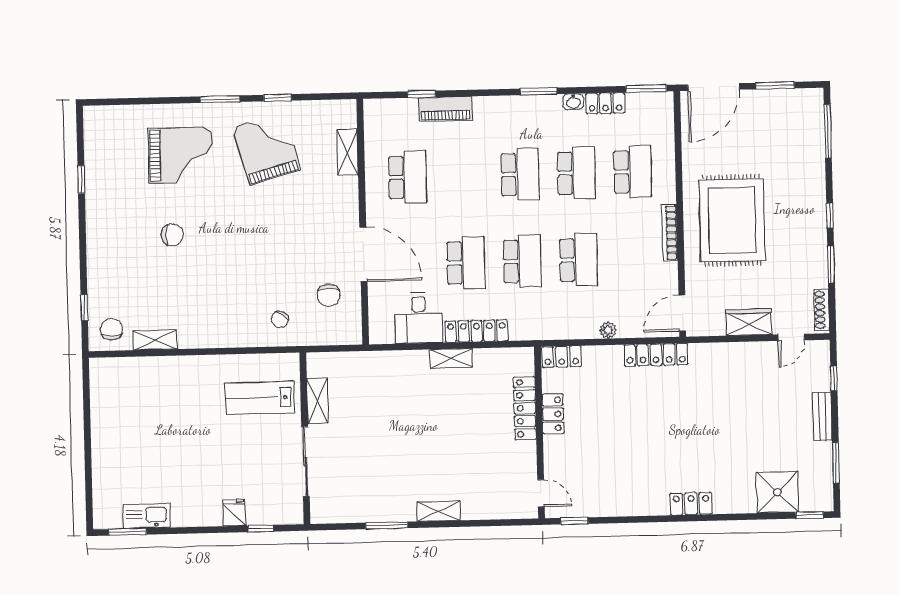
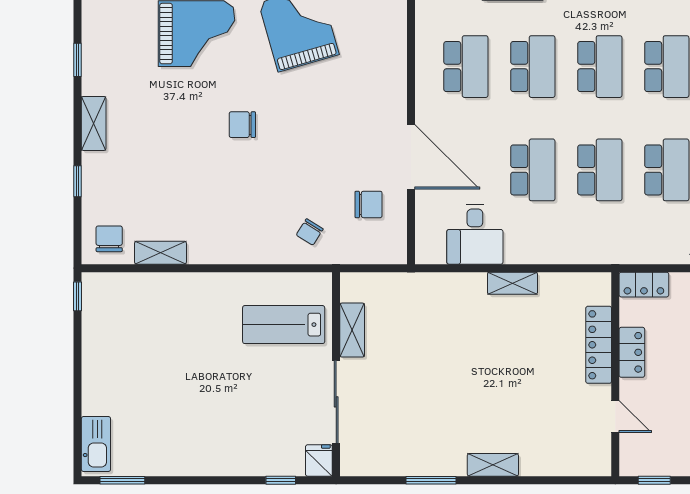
shelving: (347, 152) -> (94, 123), moved
school desk: (464, 176) -> (533, 67), added
chair: (172, 235) -> (242, 125), moved, turned 180
chair: (329, 295) -> (368, 204), turned -90
window: (84, 308) -> (78, 181), moved
locker: (476, 331) -> (543, 252), removed
window: (86, 378) -> (78, 296), added
door: (541, 493) -> (615, 417), moved
fridge: (234, 513) -> (319, 460), moved
kitchen sink: (147, 516) -> (96, 444), moved, turned 90

